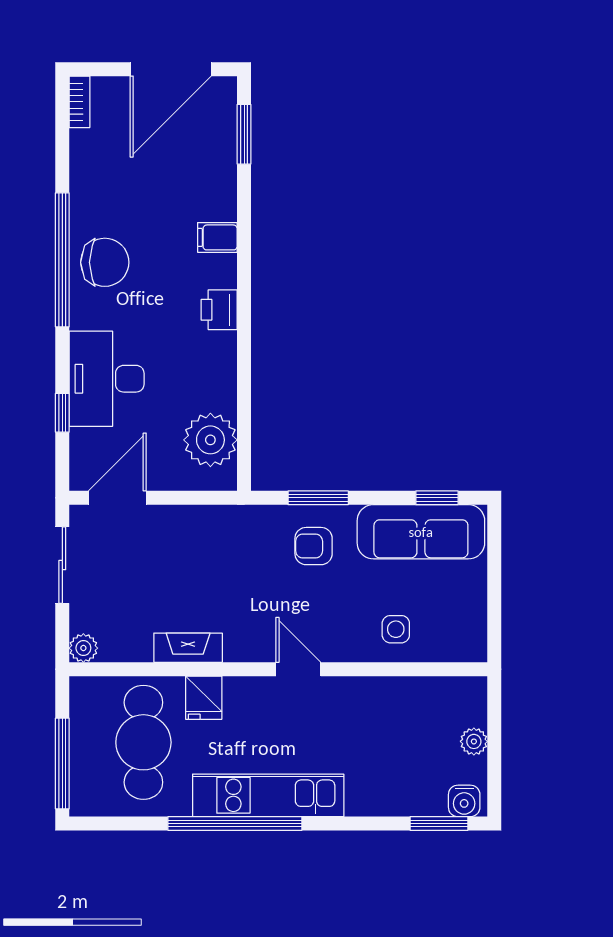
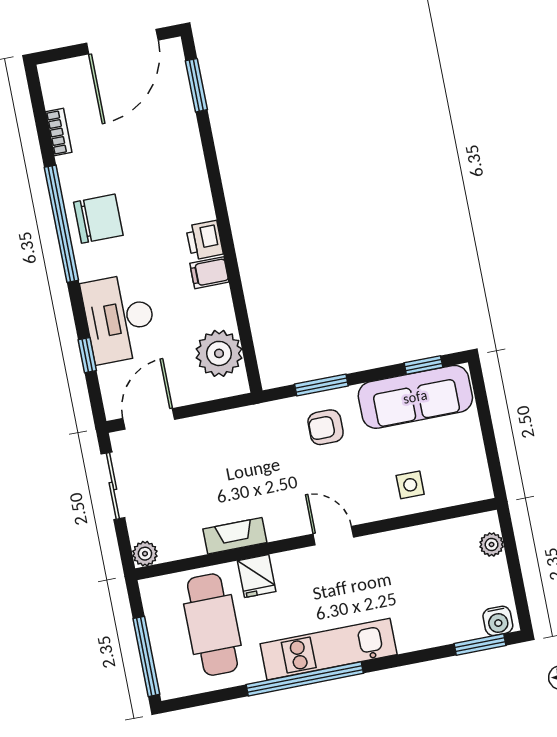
bookcase: (79, 102) -> (59, 132), moved
filing cabinet: (217, 237) -> (209, 273), moved
plant: (474, 741) -> (492, 544), moved

